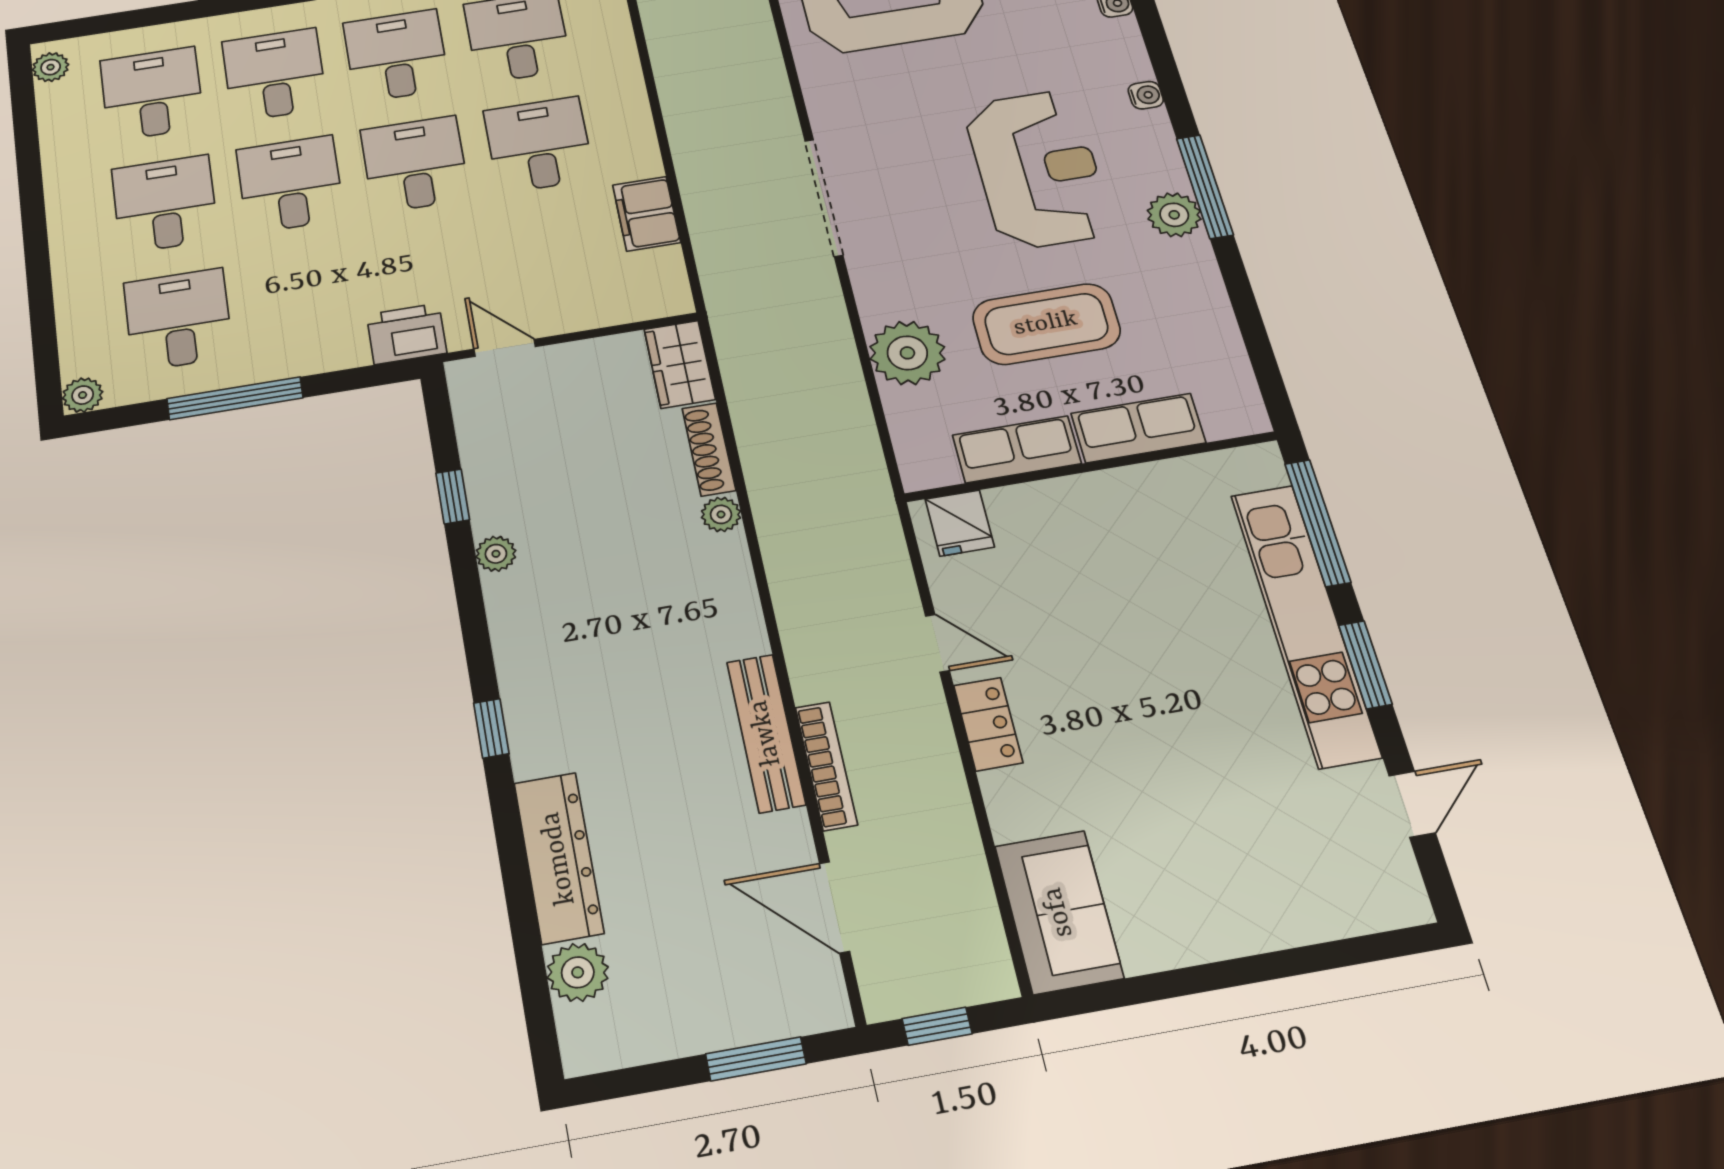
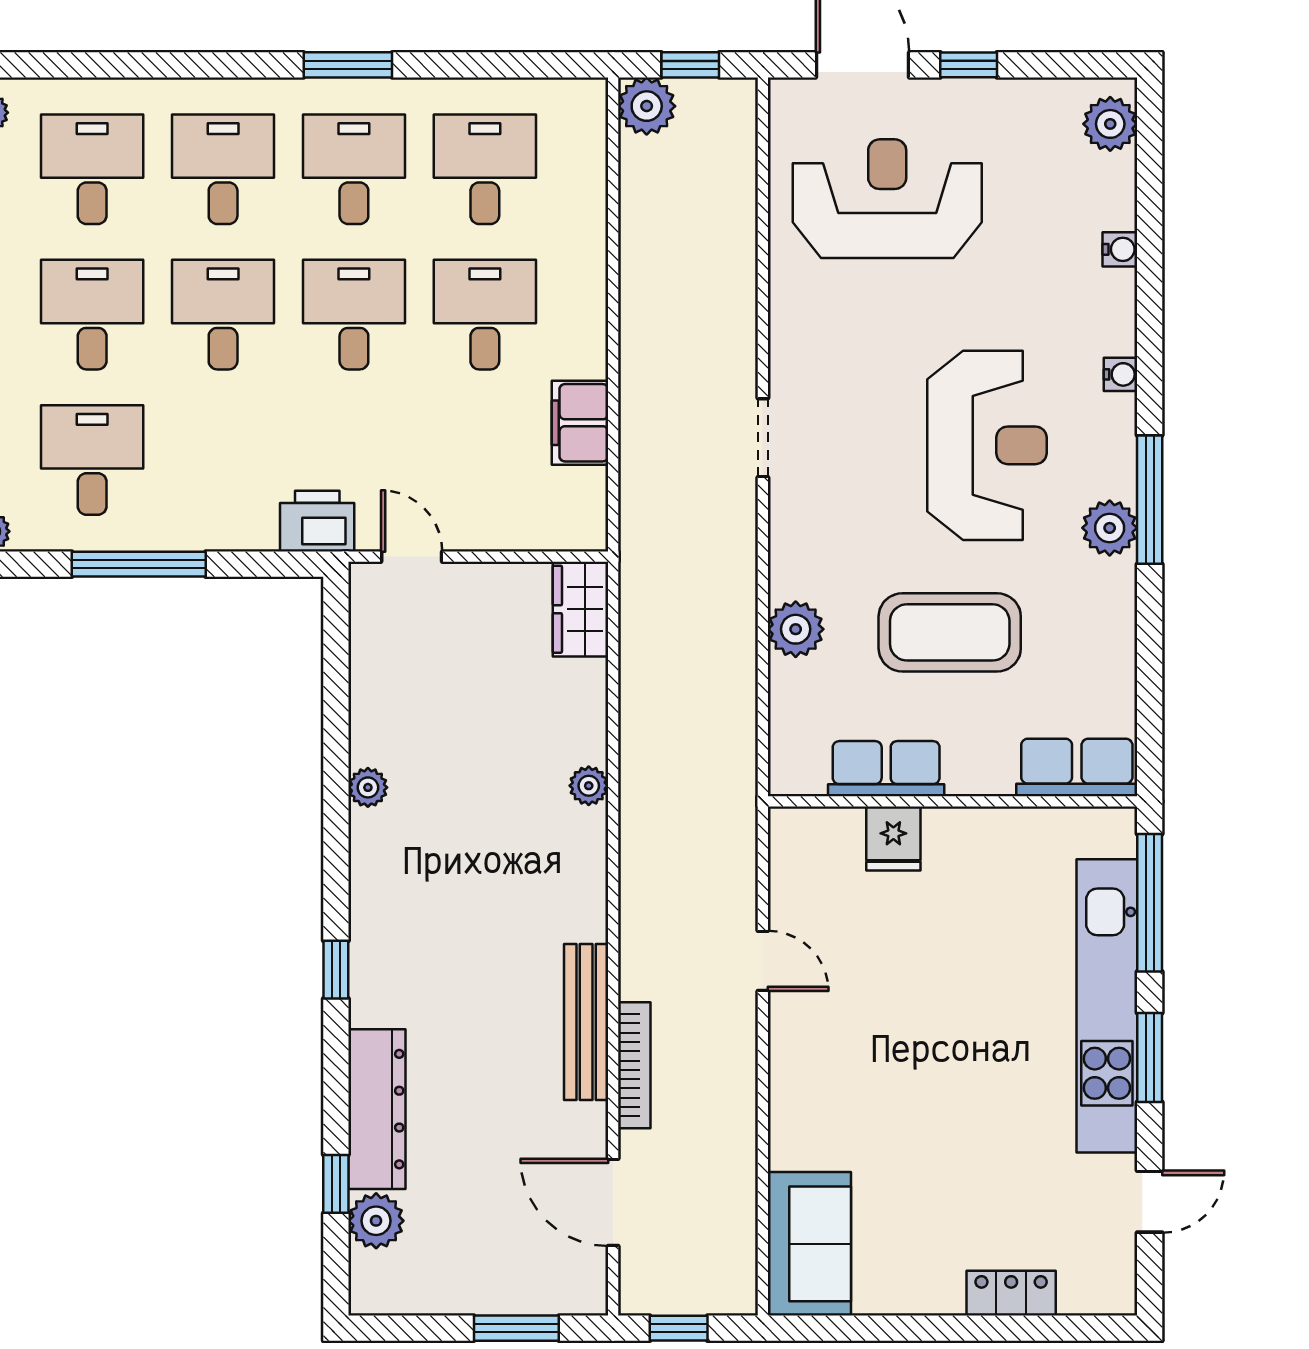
doorway: (824, 197) -> (763, 438), width x0.53
plant: (907, 353) -> (796, 629), width x0.73, depth x0.73
row of seats: (1138, 428) -> (1077, 767), moved
shoe rack: (709, 449) -> (591, 712), removed
window: (453, 496) -> (336, 1184), moved
fridge: (960, 523) -> (893, 838), moved
locker: (988, 724) -> (1011, 1293), moved, turned -90

